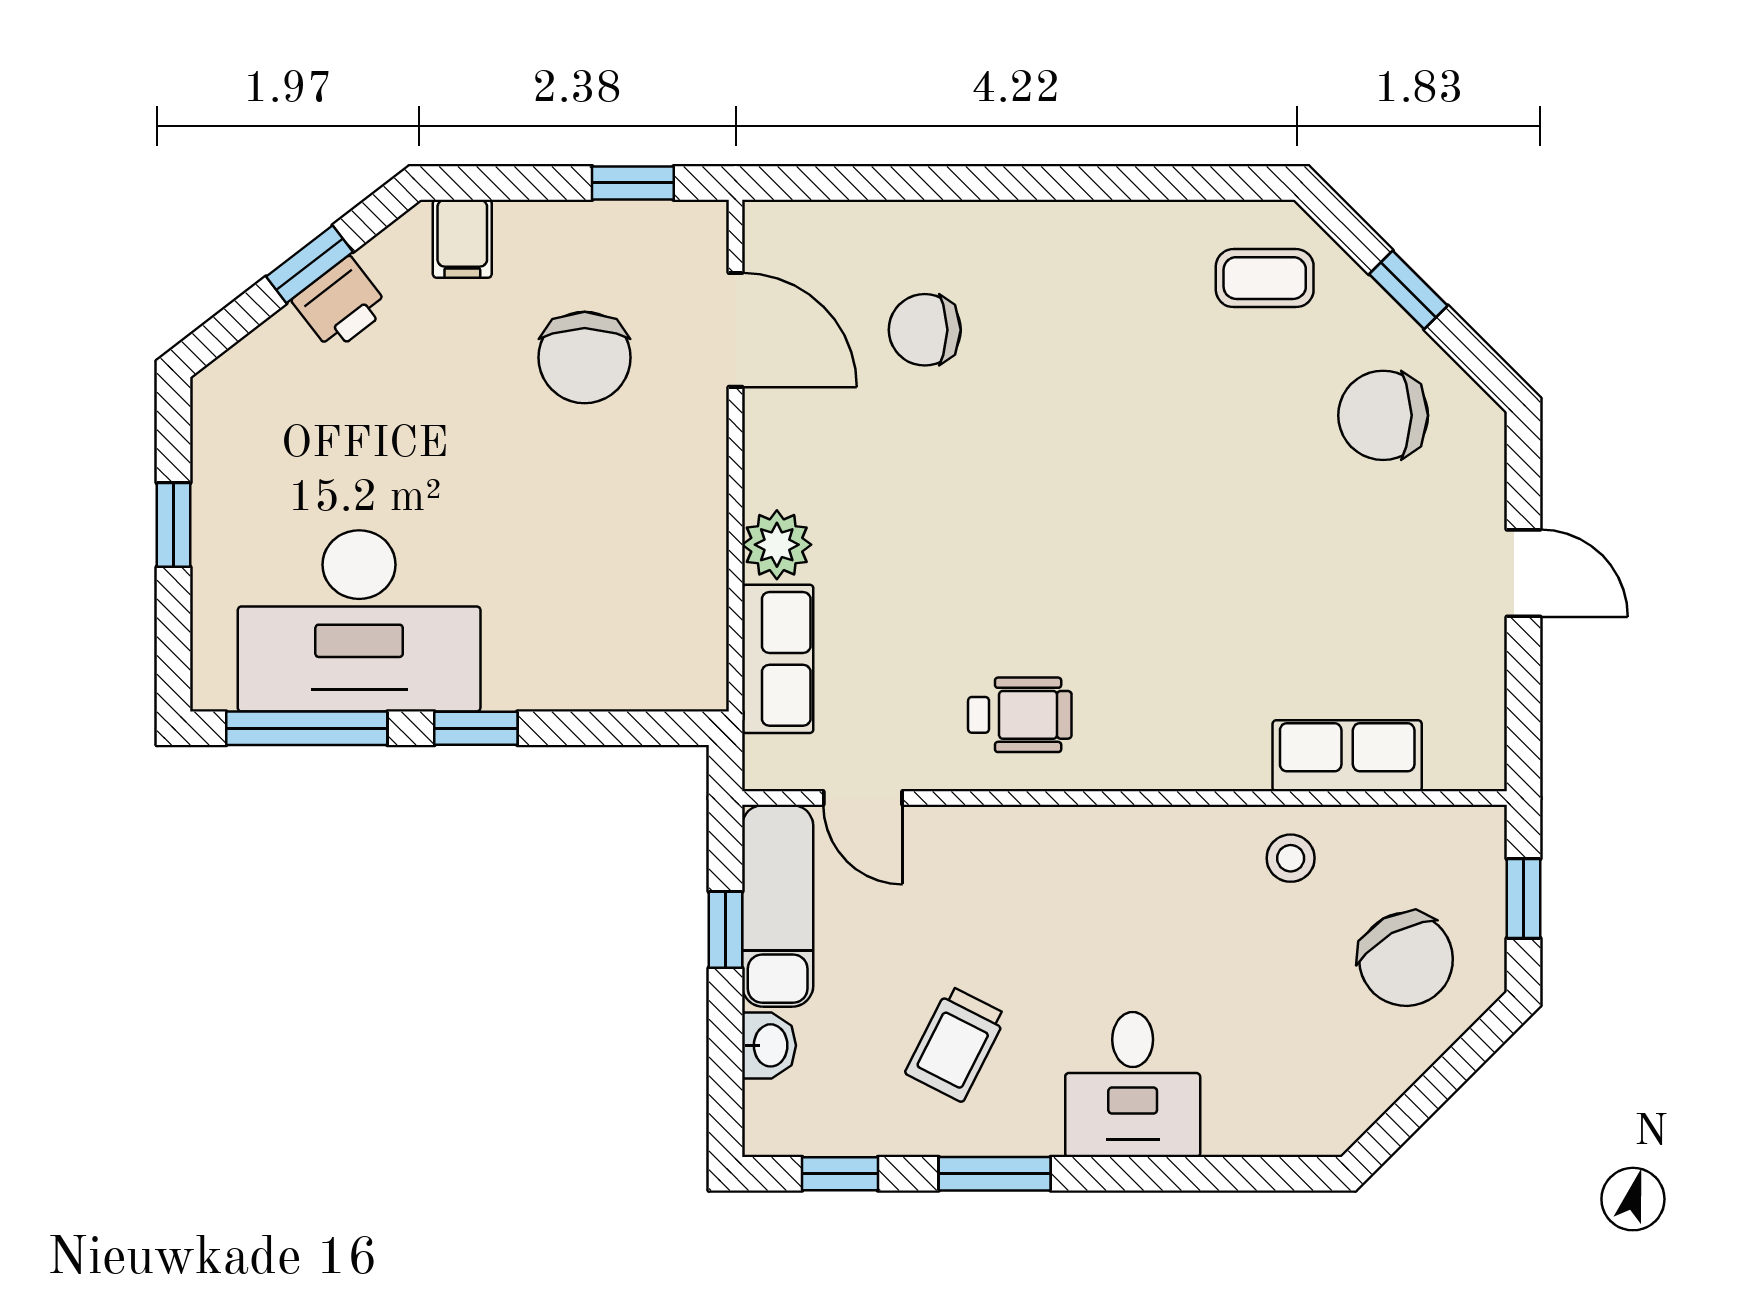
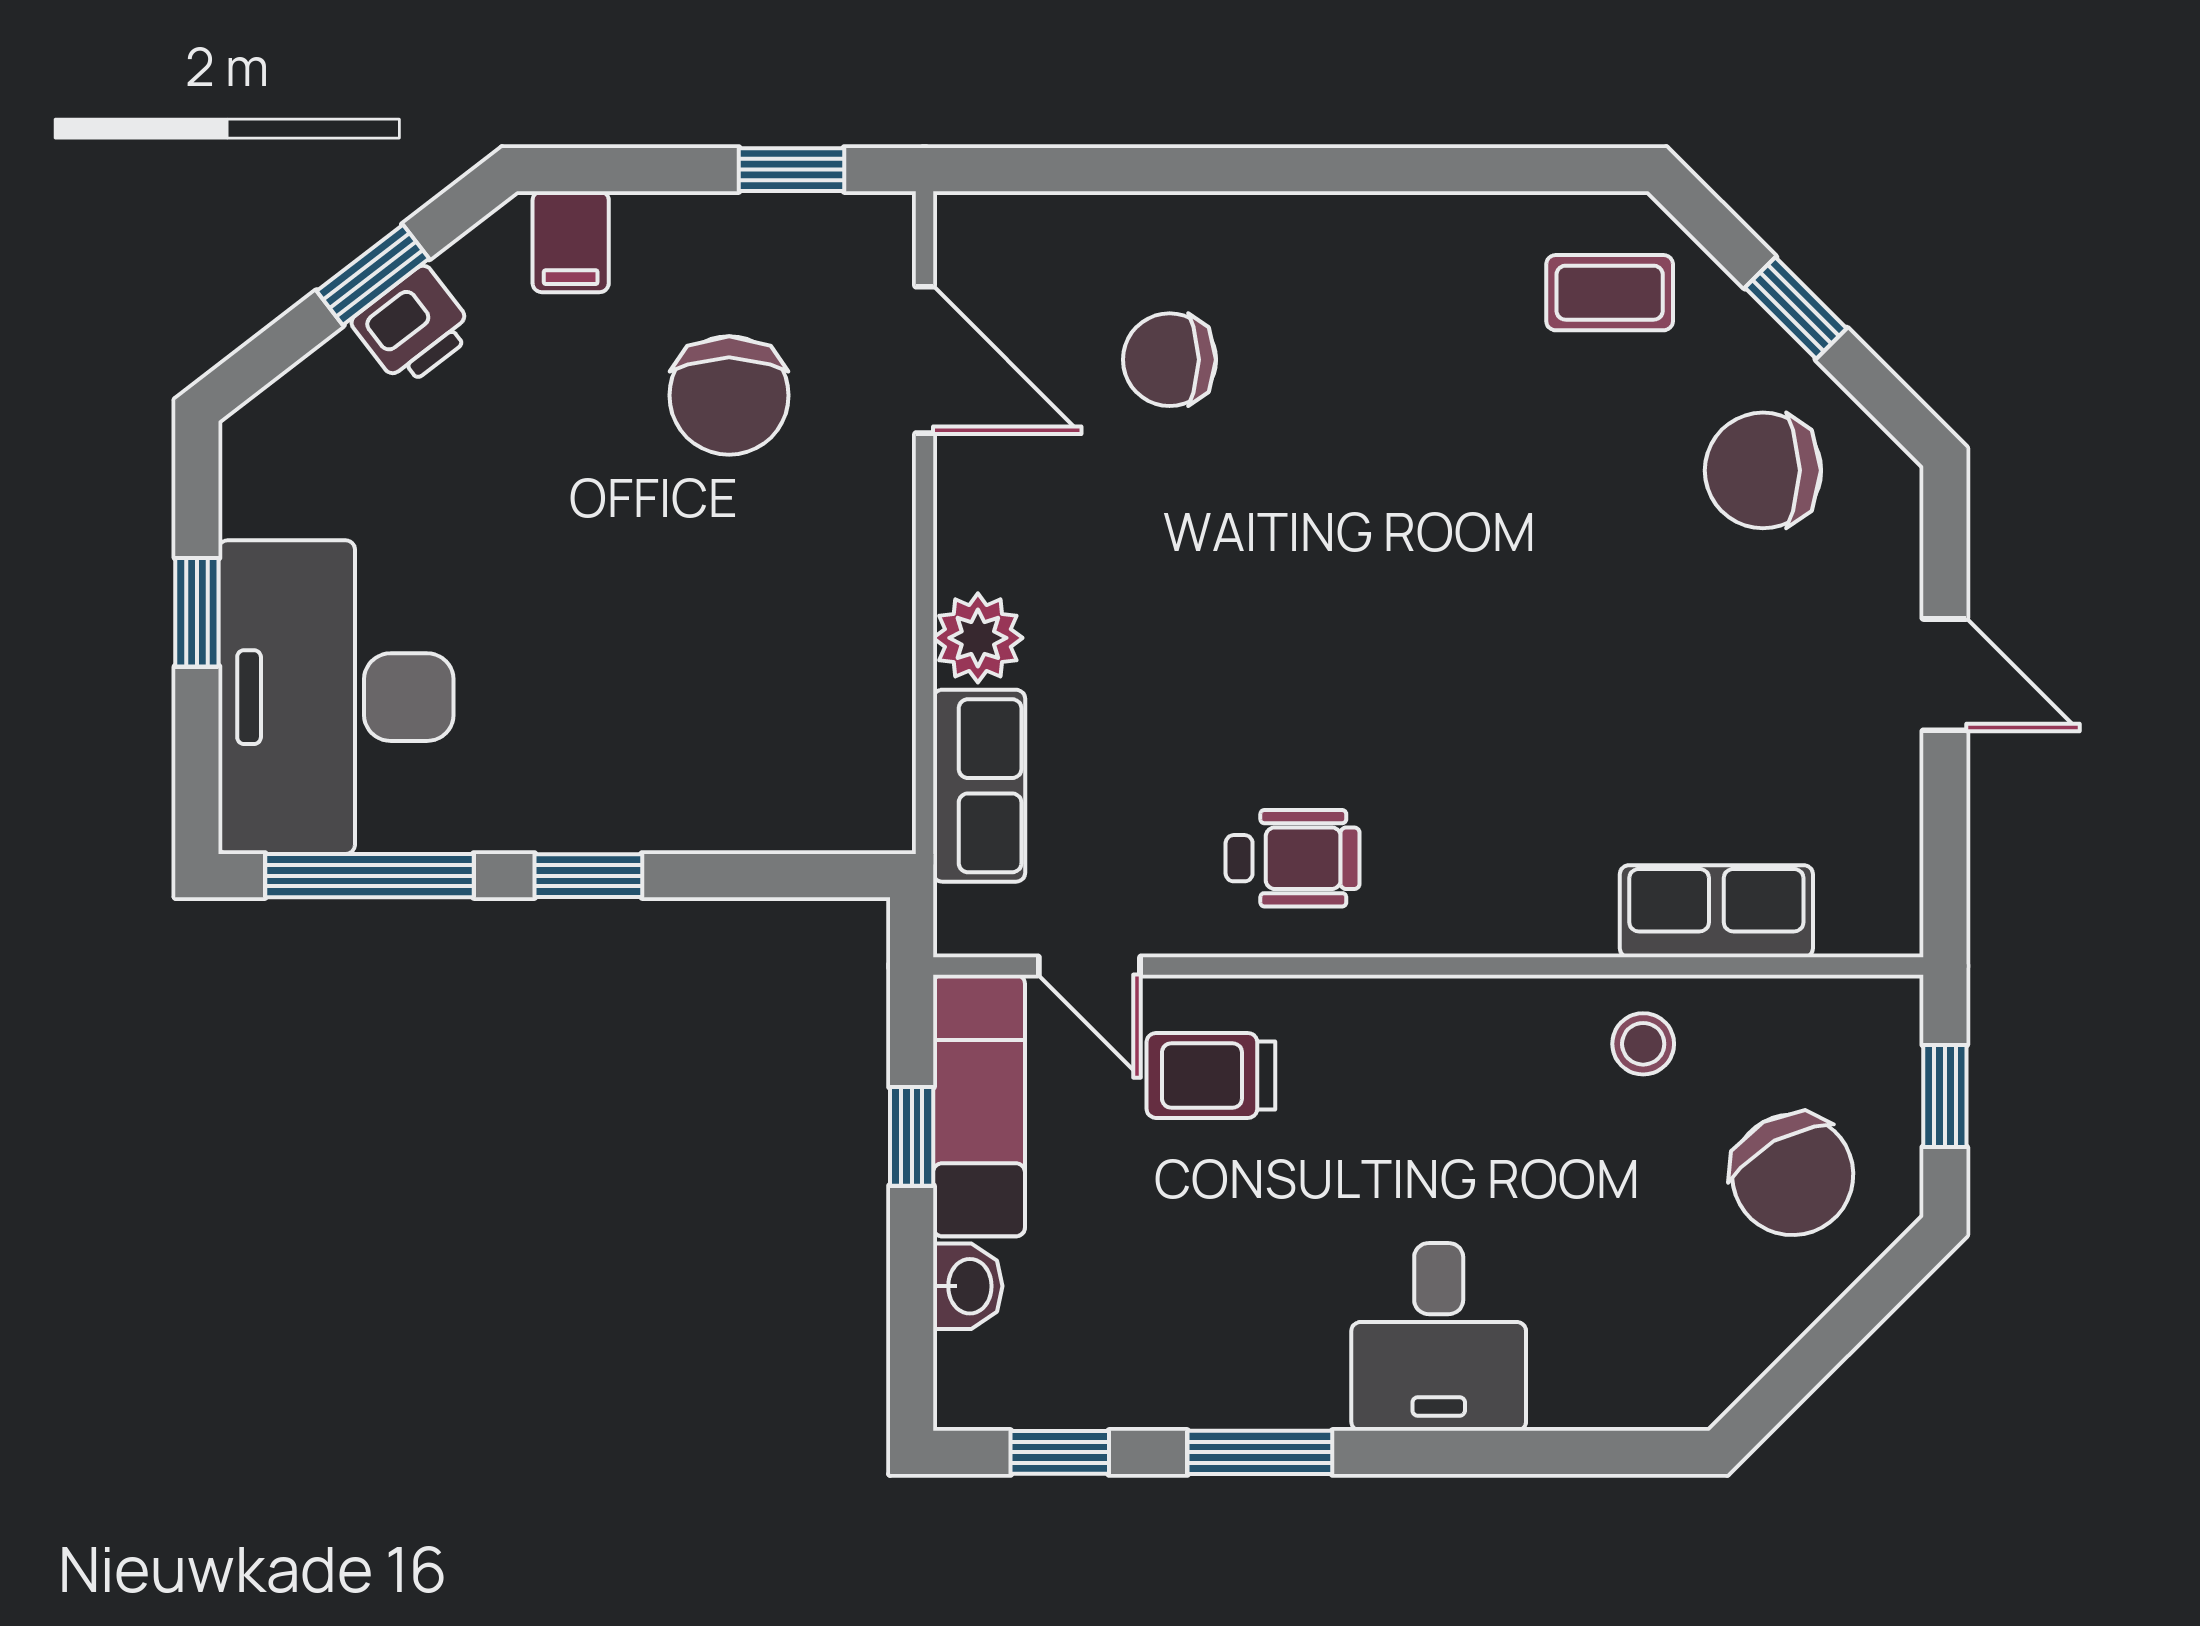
desk: (359, 621) -> (336, 697), moved, turned 90
trolley: (956, 1044) -> (1211, 1075), moved, turned 63

